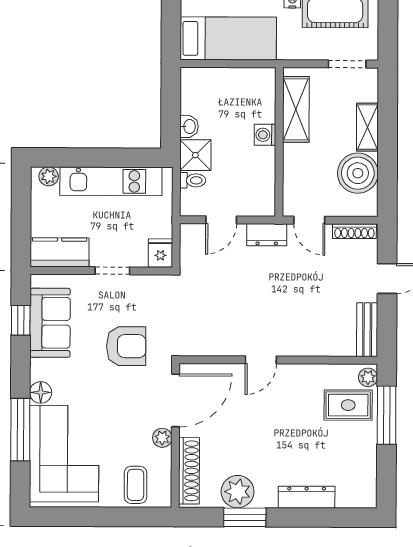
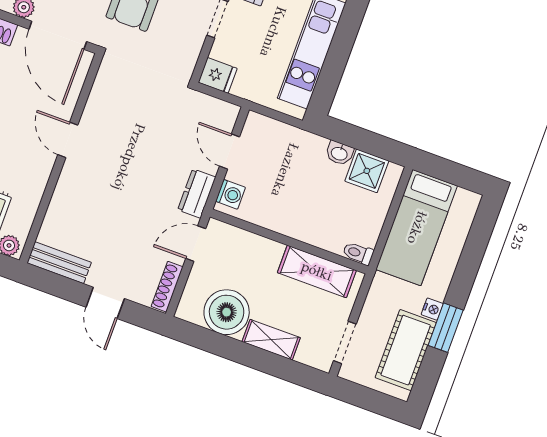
washing machine: (265, 135) -> (230, 194), moved, turned 90
shower: (195, 155) -> (367, 171), moved
toilet: (193, 180) -> (358, 253), moved, turned 90

